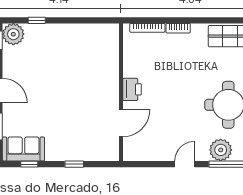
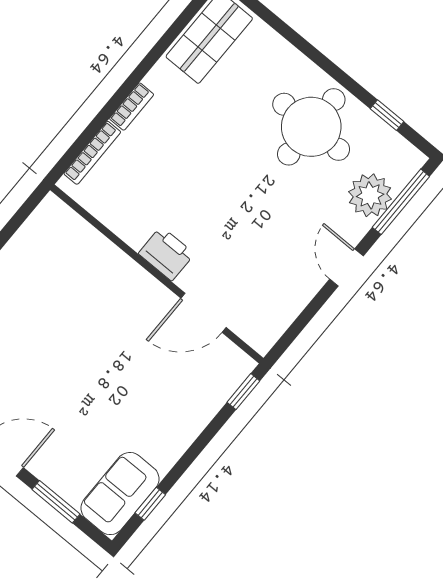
door: (121, 123) -> (204, 313), swing flipped
window: (74, 164) -> (243, 392), moved

